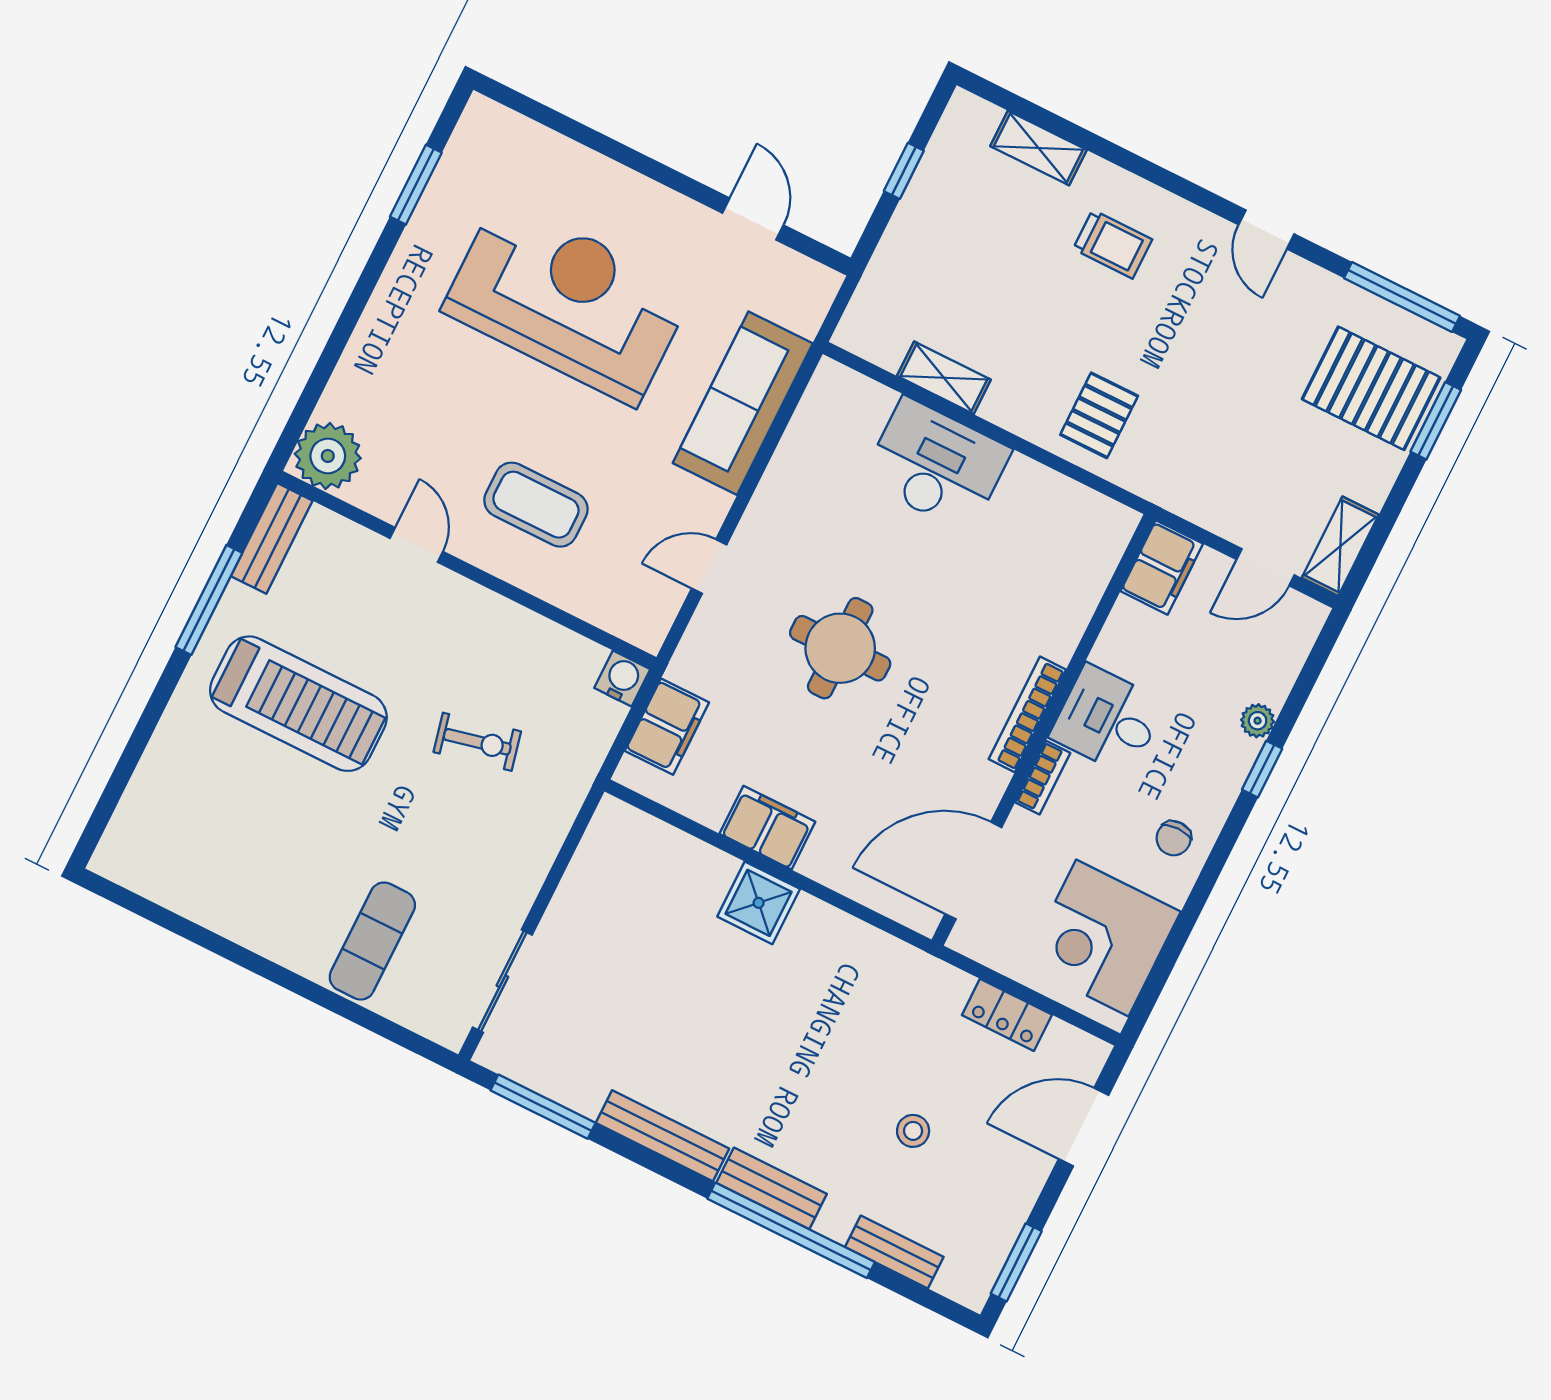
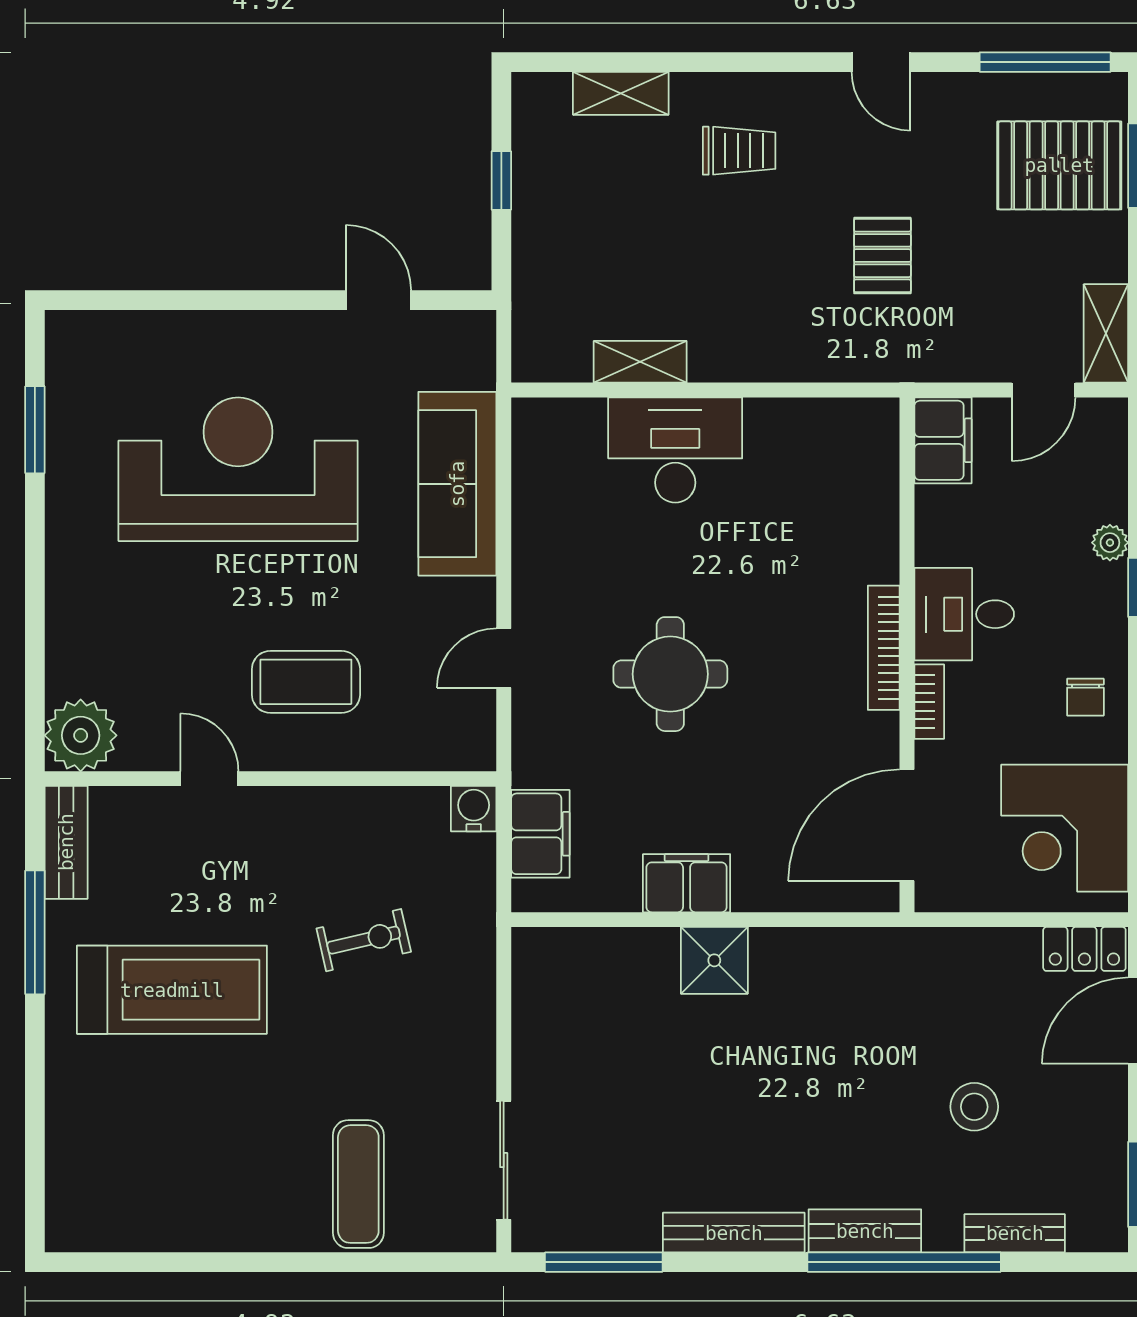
pallet: (1099, 415) -> (882, 256), moved
locker: (1007, 1015) -> (1084, 949), moved
stool: (913, 1131) -> (974, 1107), width x1.37, depth x1.37

